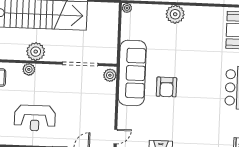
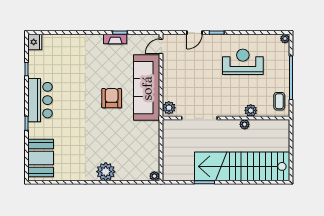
plant: (36, 52) -> (245, 124), width x0.53, depth x0.53
sofa: (132, 73) -> (147, 88), moved

